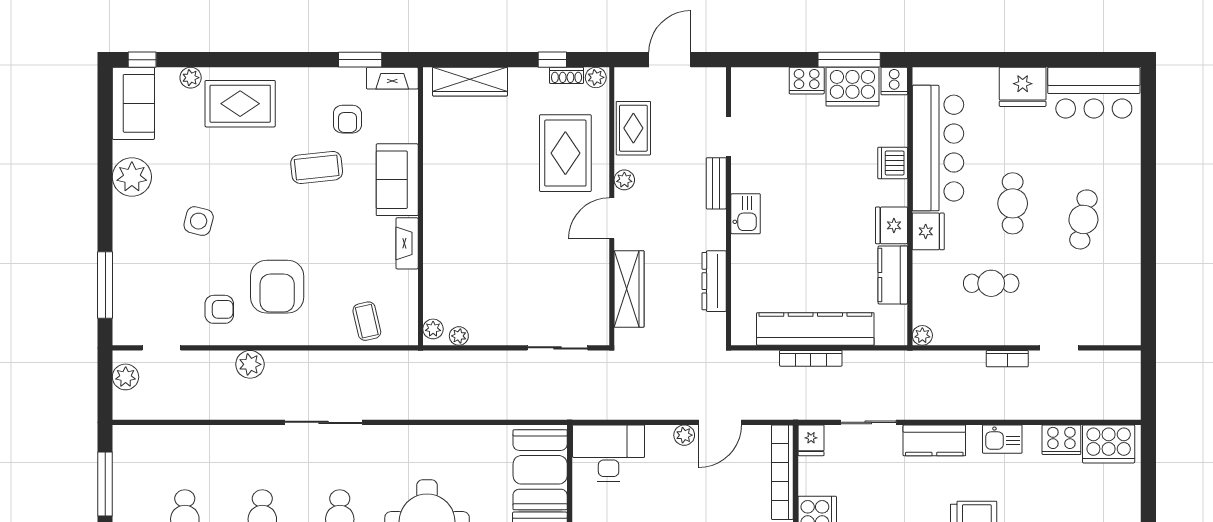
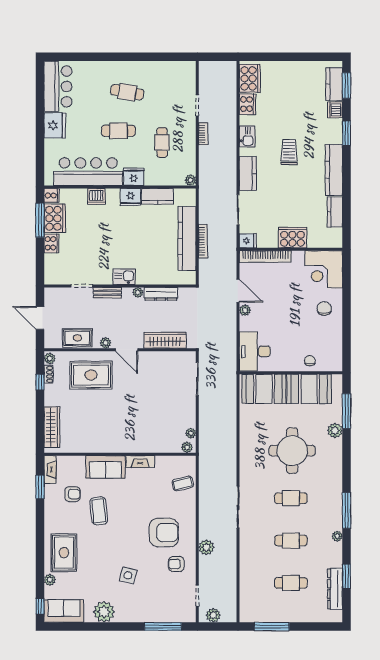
plant: (717, 239) -> (138, 292), added
armchair: (219, 309) -> (176, 564), turned -90

